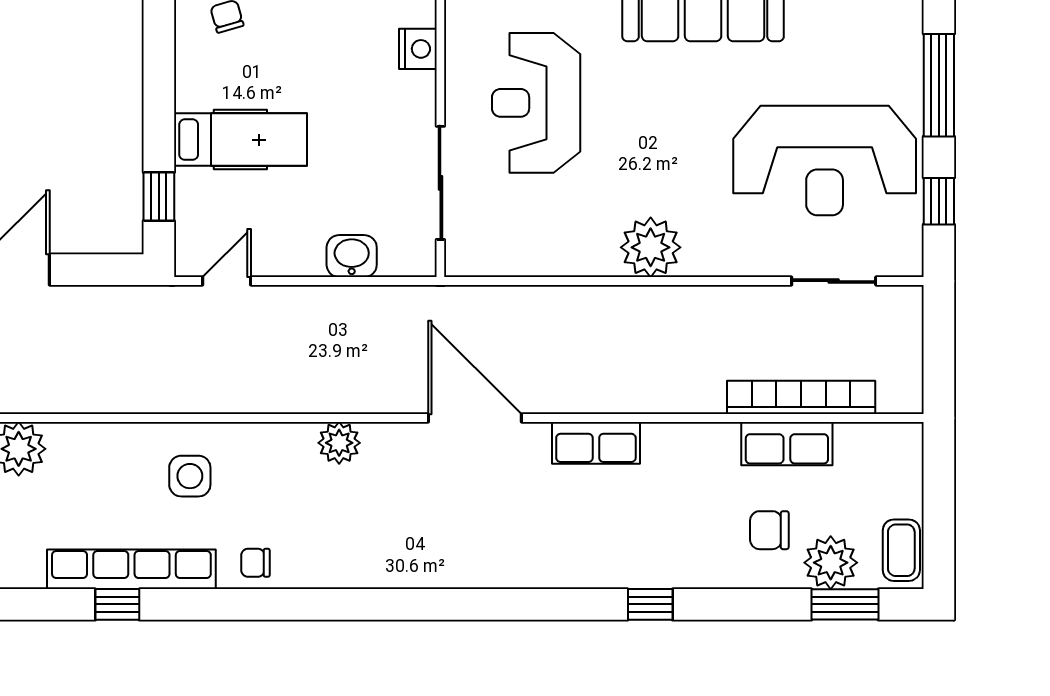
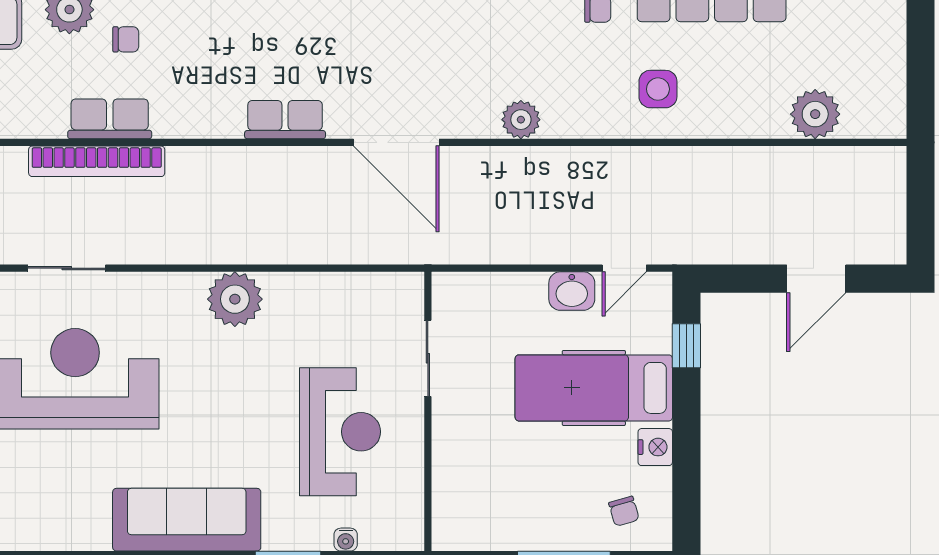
nightstand: (418, 49) -> (655, 447), moved, turned 180
hospital bed: (240, 140) -> (594, 388), width x1.37, depth x1.29
sliding door: (440, 183) -> (428, 358), width x0.73
washbasin: (352, 256) -> (572, 291), moved
chair: (769, 530) -> (126, 39), width x0.73, depth x0.73

